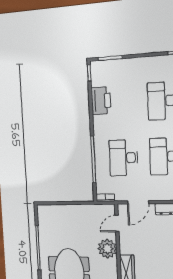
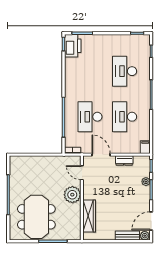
printer: (101, 101) -> (73, 46), moved
door: (138, 202) -> (101, 155), swing flipped
door: (117, 224) -> (82, 173), hinge flipped

